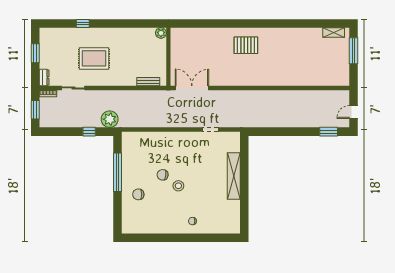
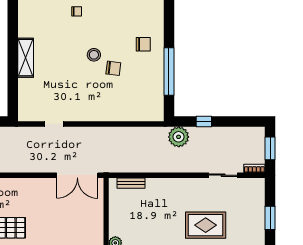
rug: (94, 58) -> (206, 225), moved
dresser: (44, 78) -> (259, 188), removed
shelving: (234, 176) -> (26, 58), width x0.68

